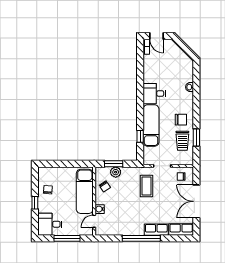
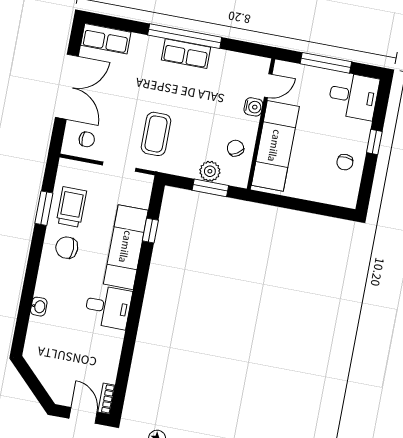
row of seats: (156, 230) -> (186, 54), moved

